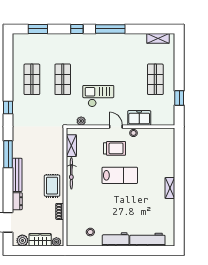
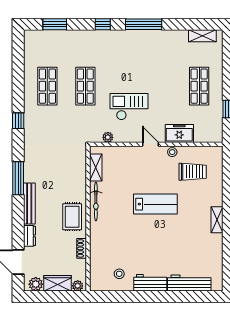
trolley: (114, 148) -> (193, 172), moved

